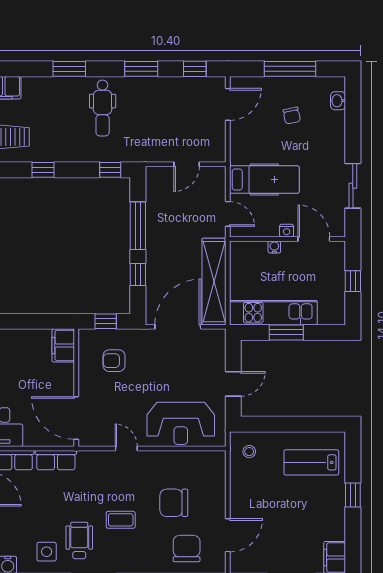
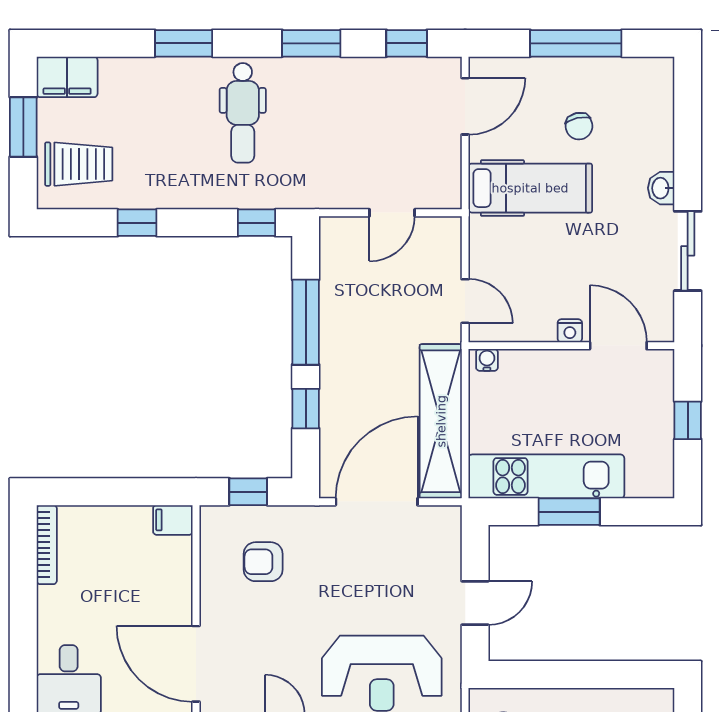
washbasin: (338, 101) -> (661, 188), moved
hospital bed: (264, 180) -> (530, 188), moved
water cooler: (274, 247) -> (487, 360), moved
filing cabinet: (63, 345) -> (173, 520), width x0.50

